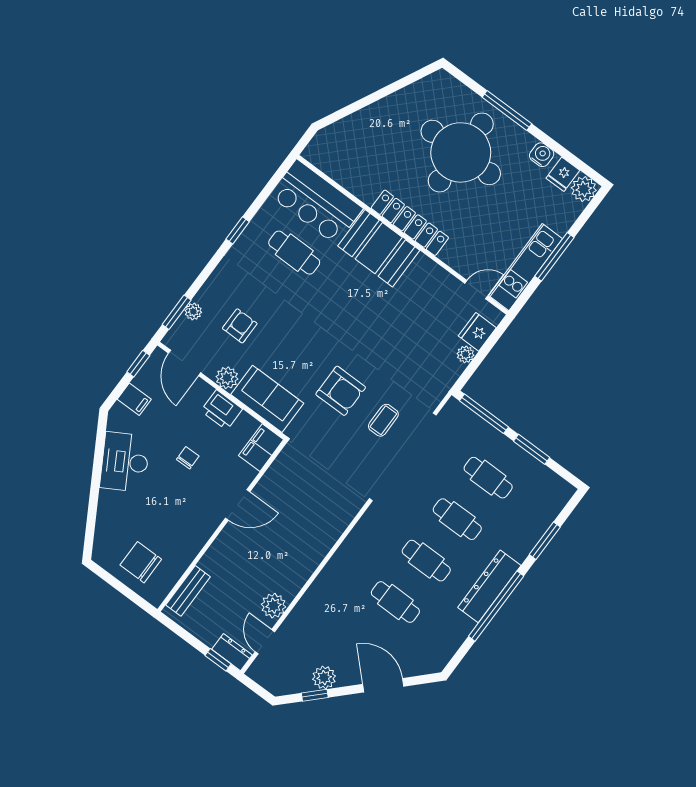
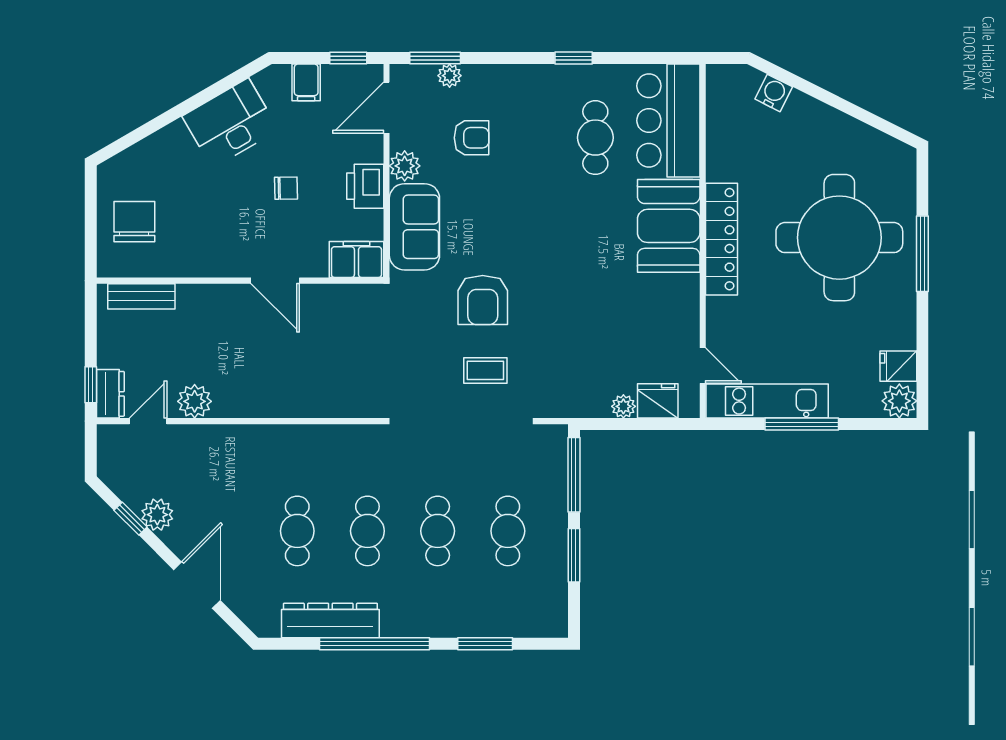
water cooler: (542, 155) -> (774, 93), moved, turned -63
dresser: (489, 586) -> (330, 620), moved

